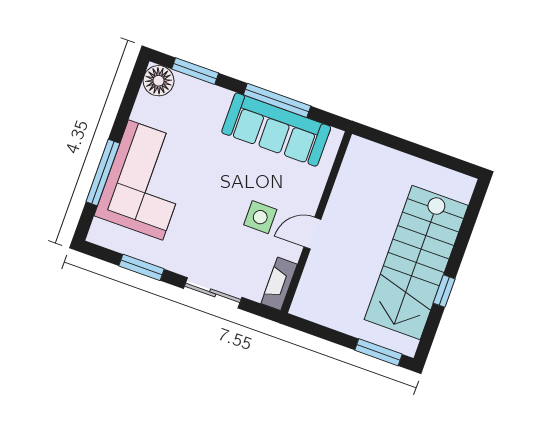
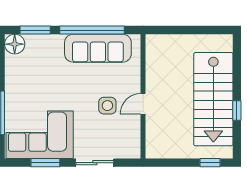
window: (277, 100) -> (92, 30), width x1.46
corner sofa: (145, 180) -> (40, 135), moved, turned -90
fireplace: (279, 284) -> (134, 142), removed
window: (378, 352) -> (210, 163), width x0.67

